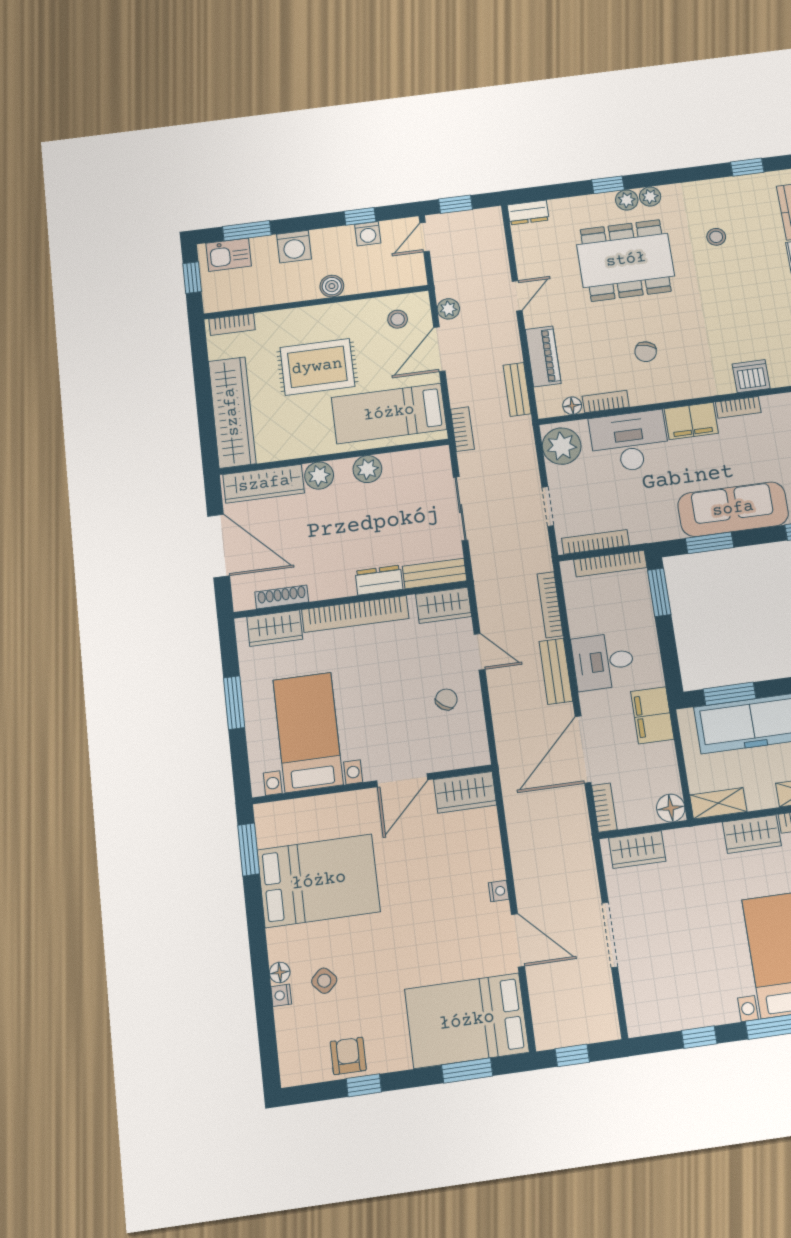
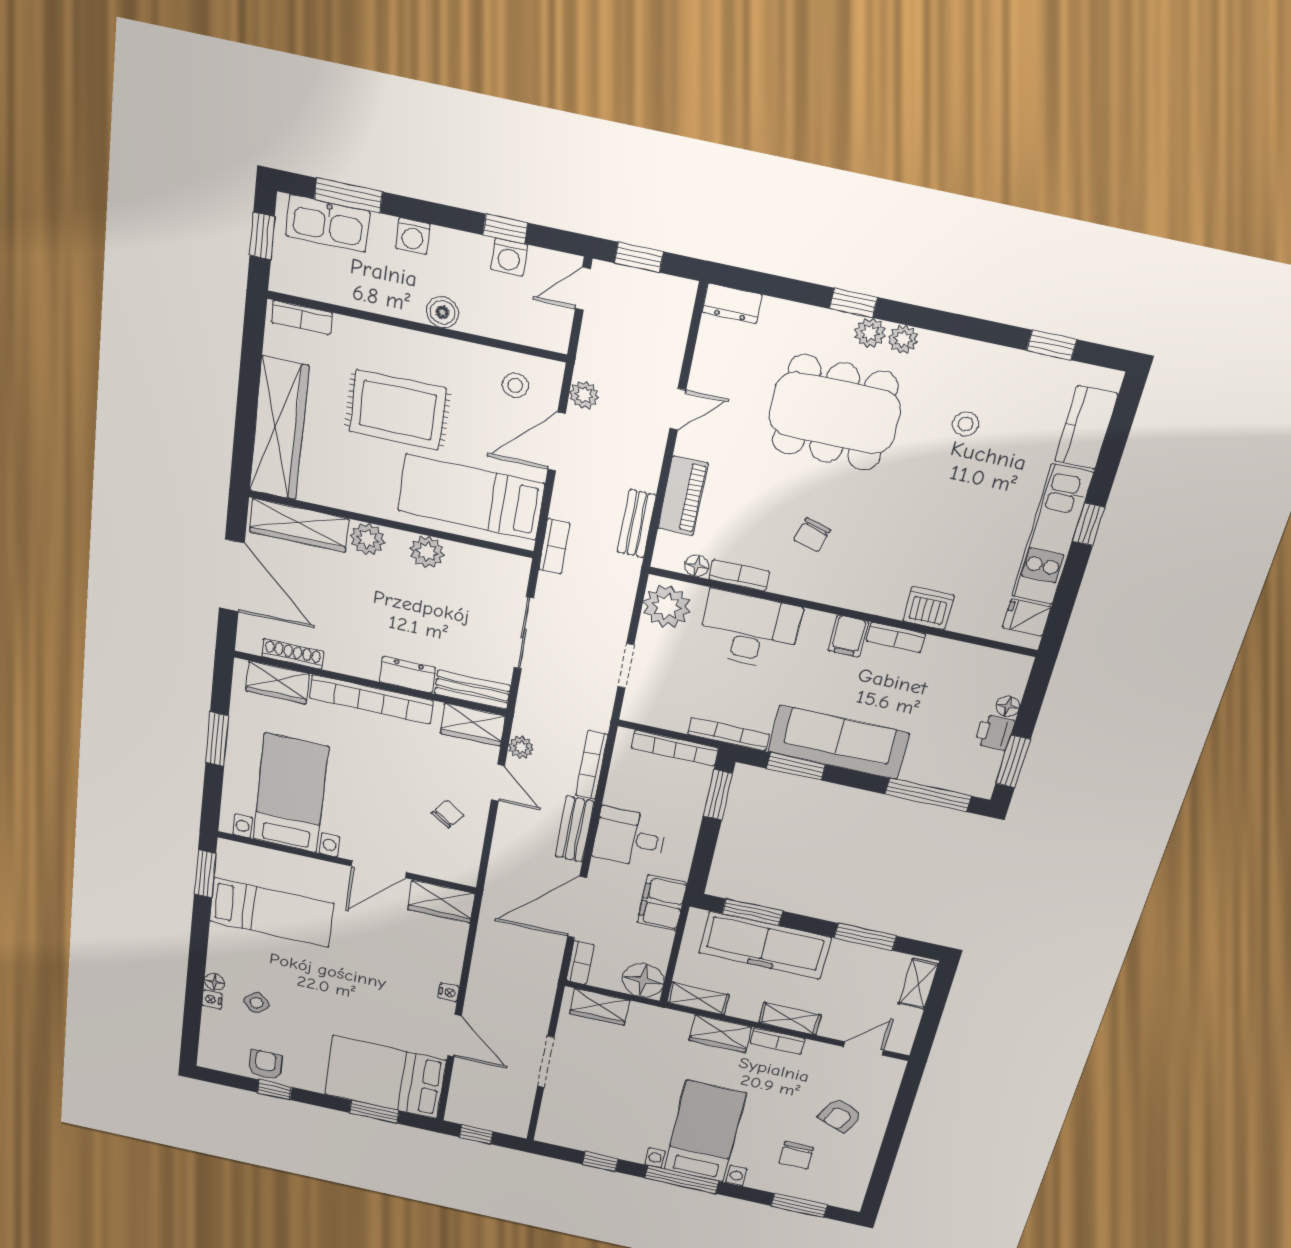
washing machine: (294, 247) -> (413, 236), width x0.73, depth x0.73
kitchen sink: (229, 255) -> (328, 223), width x1.38
filing cabinet: (691, 421) -> (848, 636), width x0.50
bookcase: (595, 542) -> (728, 734), moved
plant: (489, 611) -> (521, 747), added
floor lamp: (671, 808) -> (643, 980), width x1.38, depth x1.38
bed: (319, 881) -> (271, 913), width x0.67

